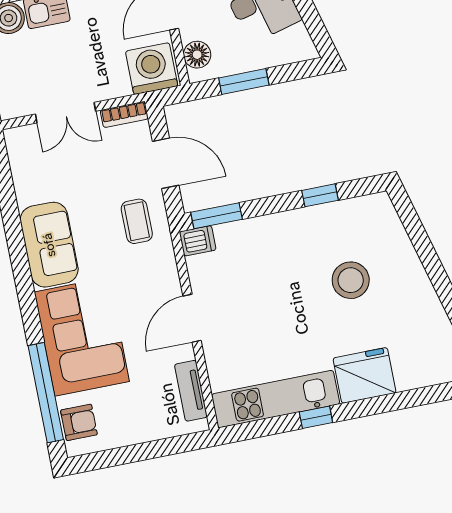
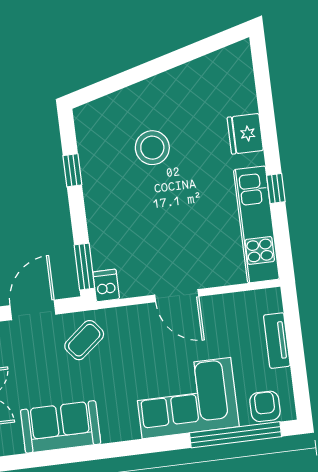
coffee table: (137, 221) -> (84, 340), turned -39
sofa: (49, 245) -> (61, 427), moved
fridge: (365, 375) -> (245, 134), width x0.73, depth x0.75
tv unit: (191, 391) -> (277, 341), moved, turned 90

